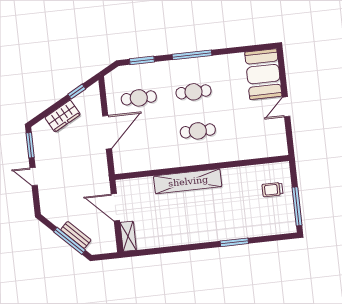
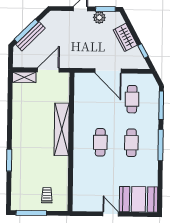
window: (142, 60) -> (161, 105), width x1.44
plant: (42, 152) -> (99, 18), added
bench: (76, 235) -> (30, 36), width x1.36

